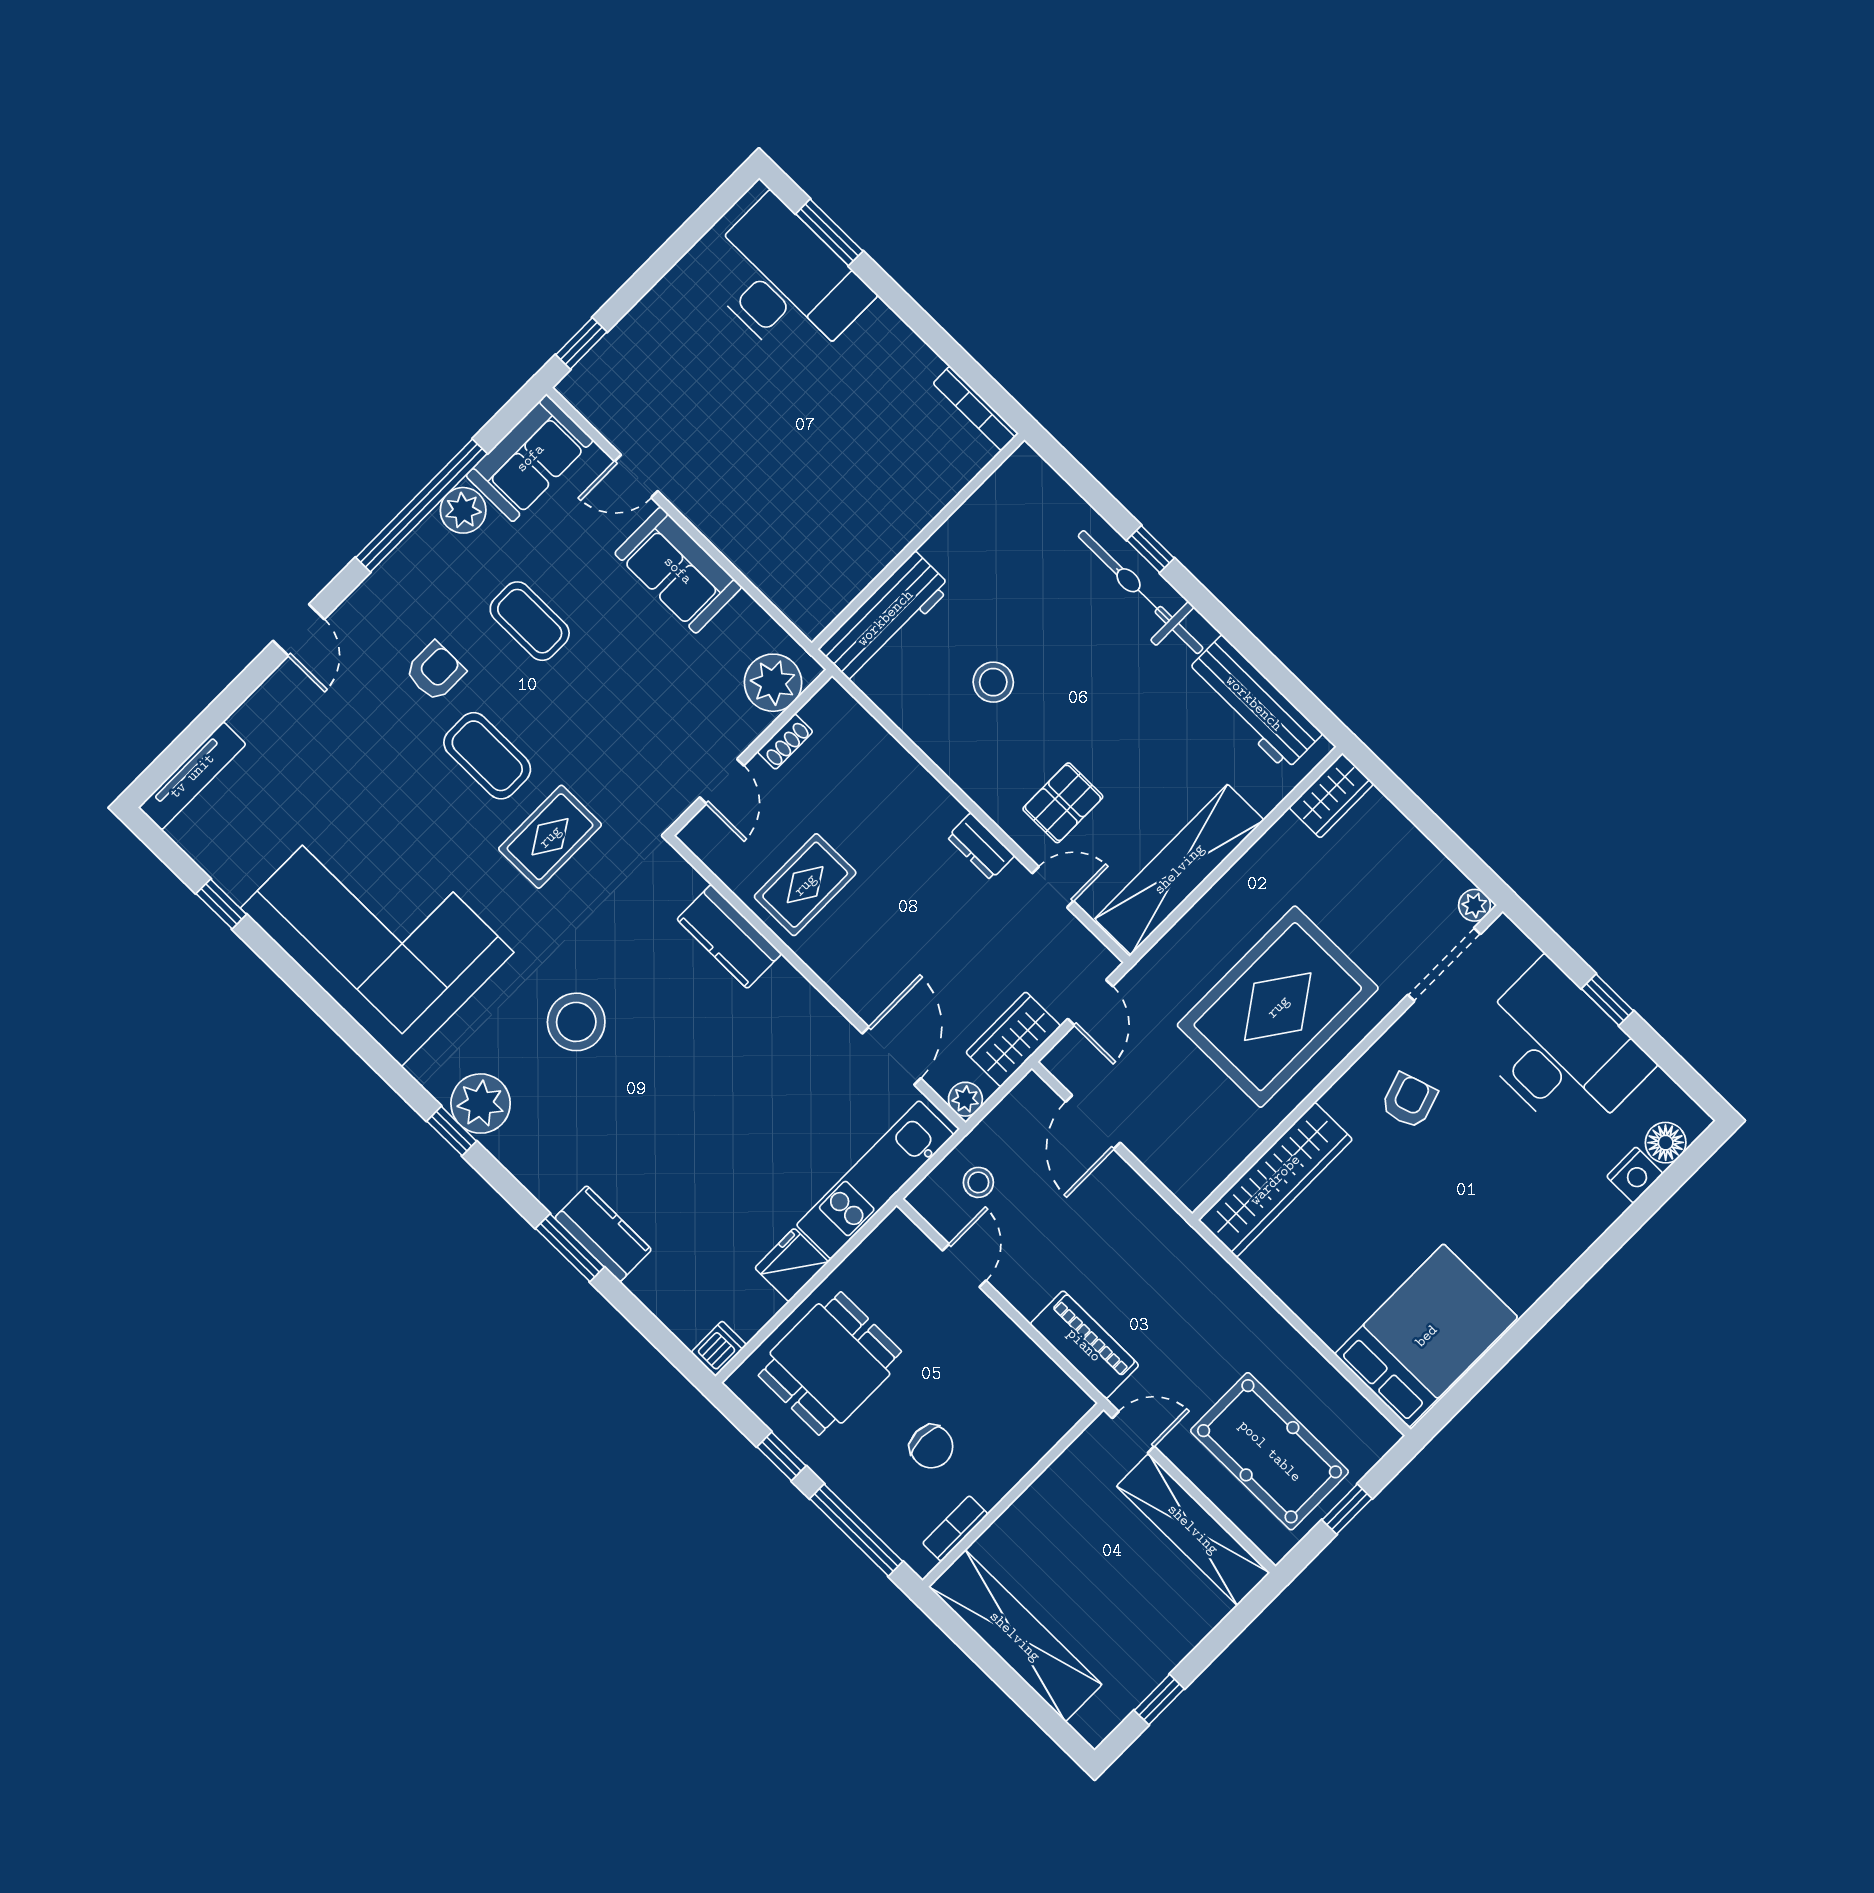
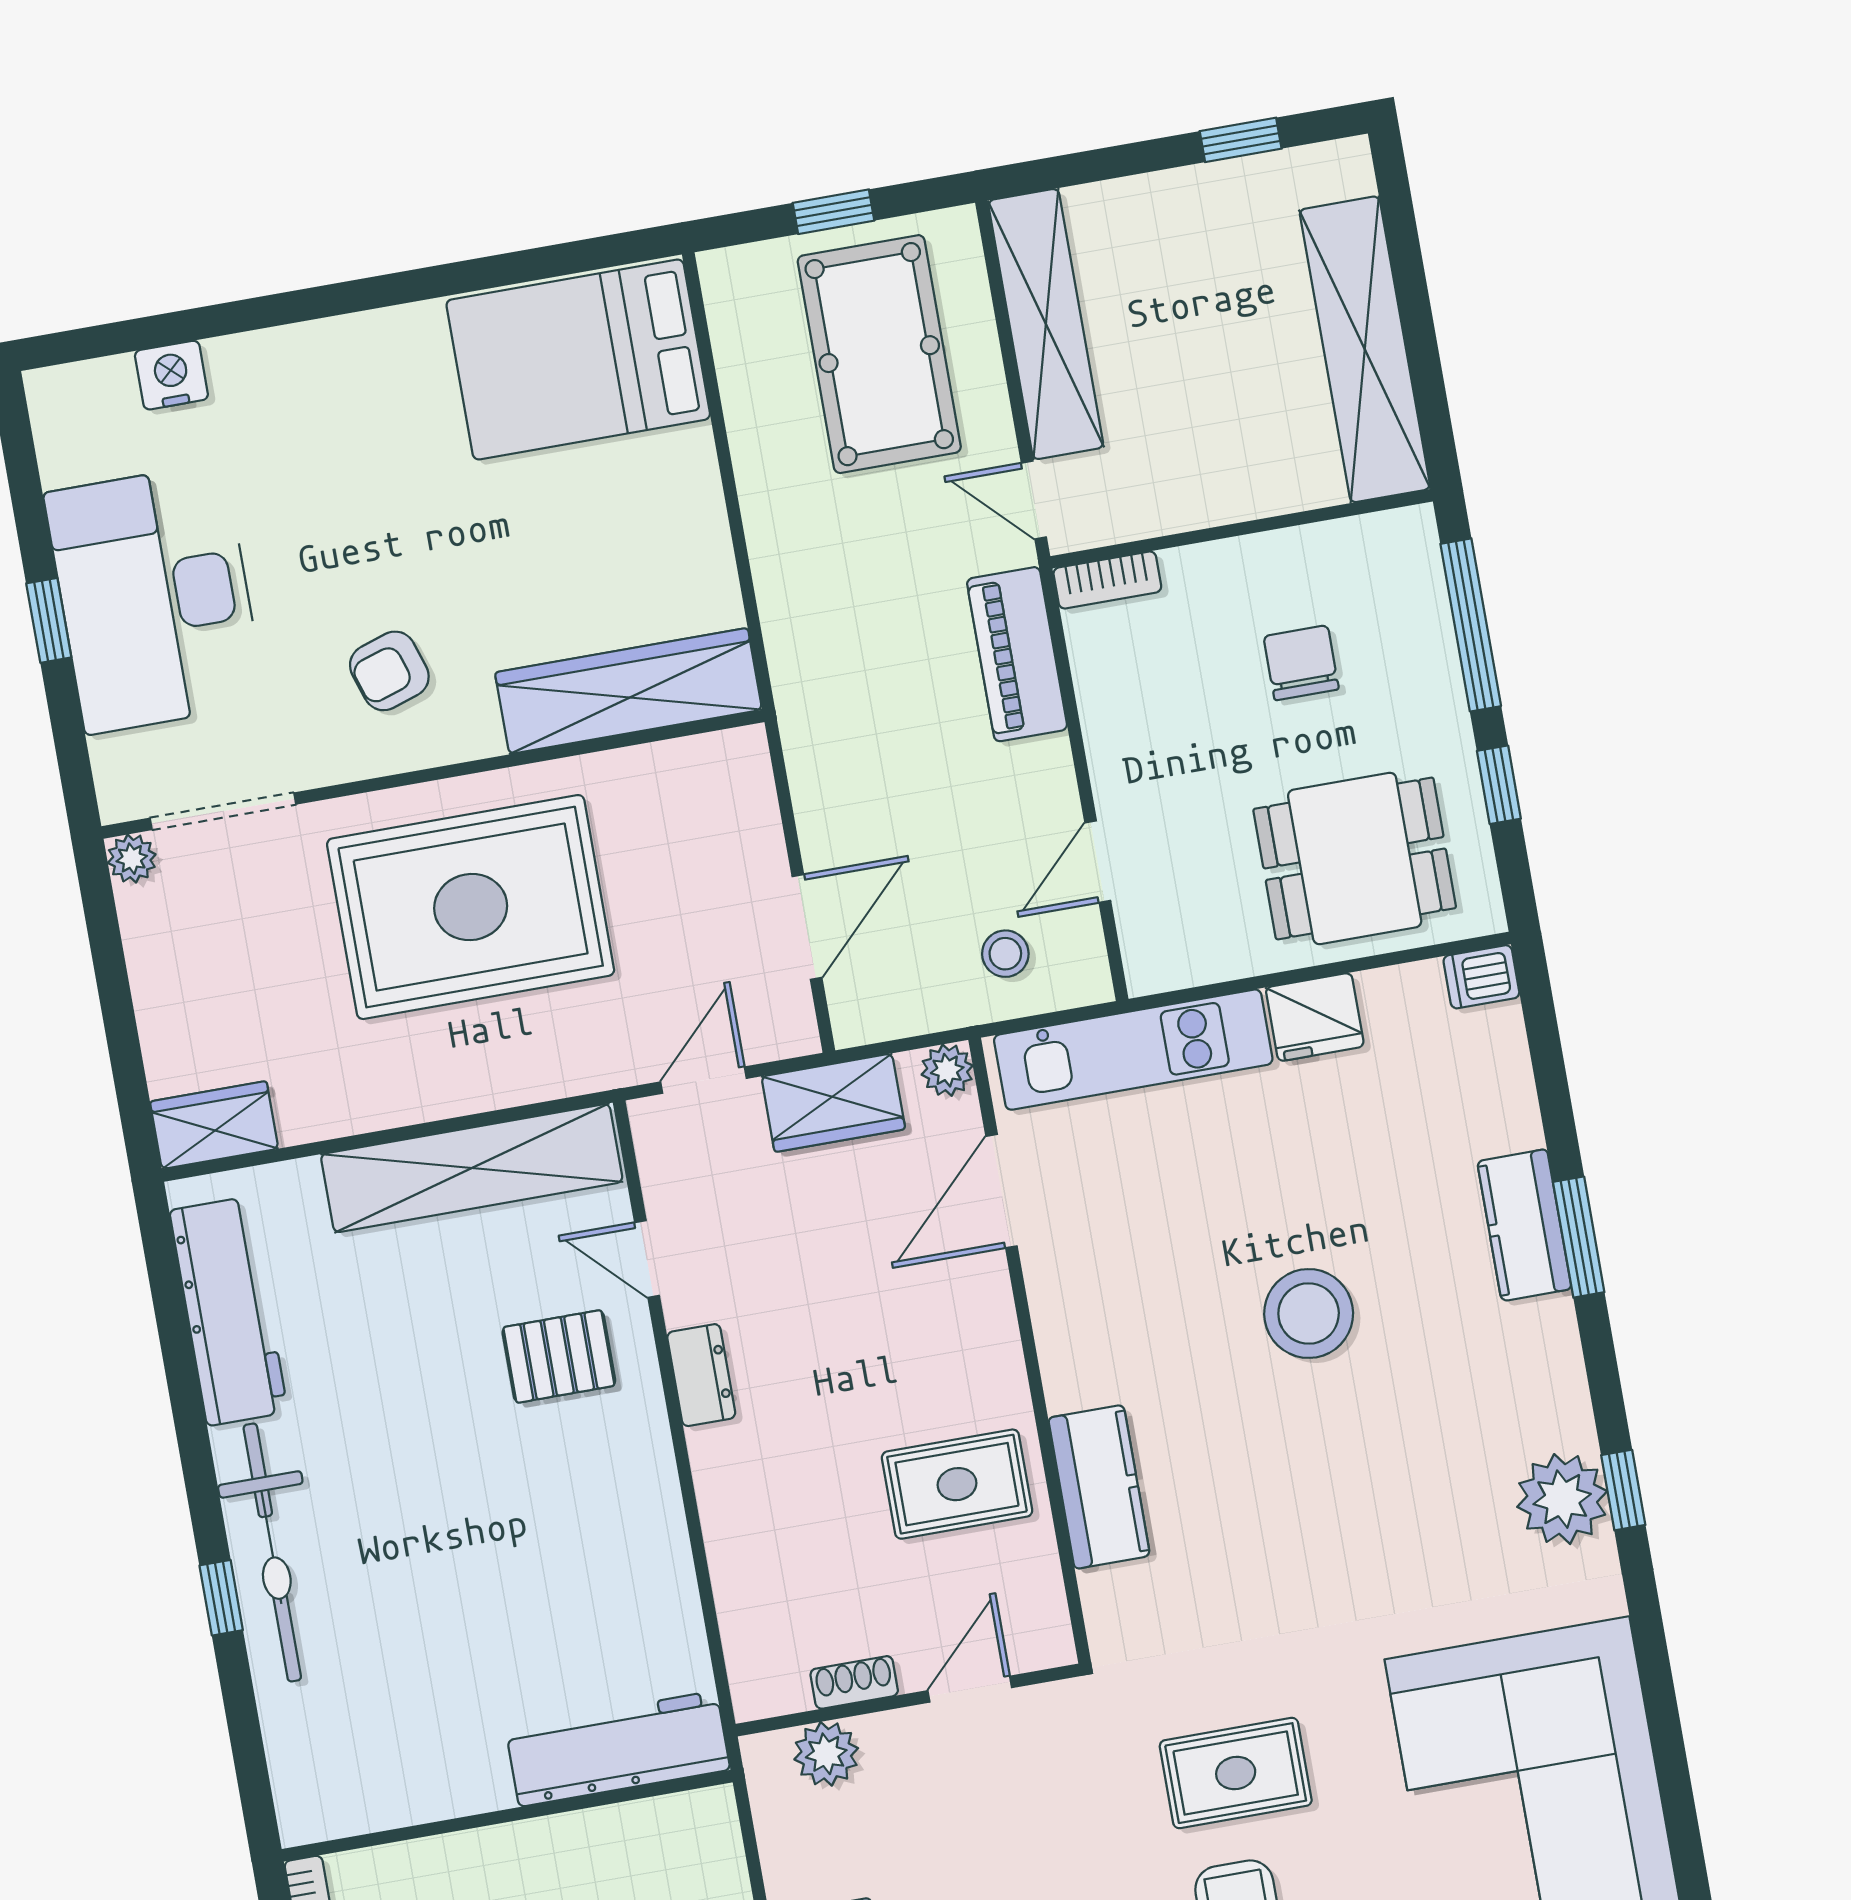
stool: (993, 682) -> (539, 1571), removed
plant: (773, 683) -> (826, 1754), width x0.73, depth x0.73
stool: (576, 1022) -> (1309, 1314), moved
floor lamp: (1666, 1143) -> (104, 388), removed
bookcase: (955, 1529) -> (1107, 580), moved

